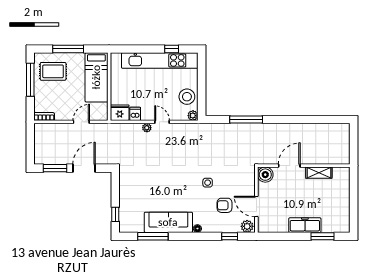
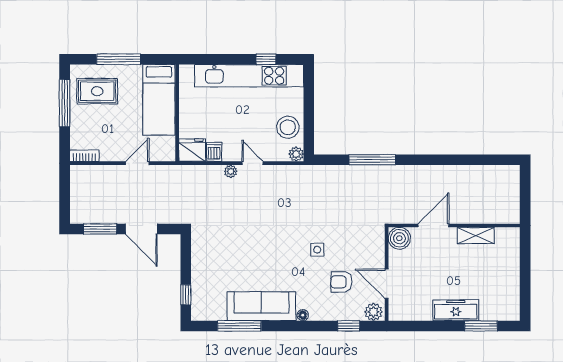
door: (84, 168) -> (141, 229), swing flipped

